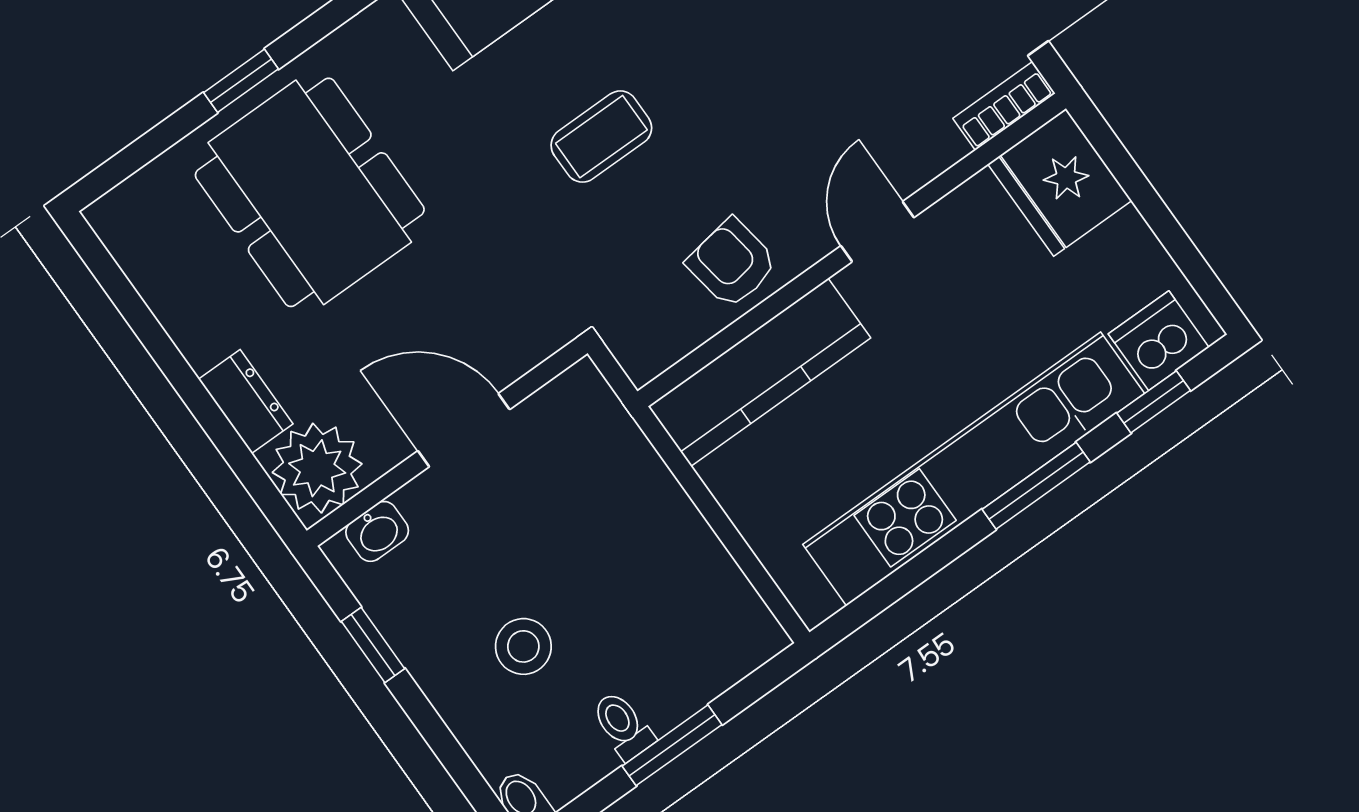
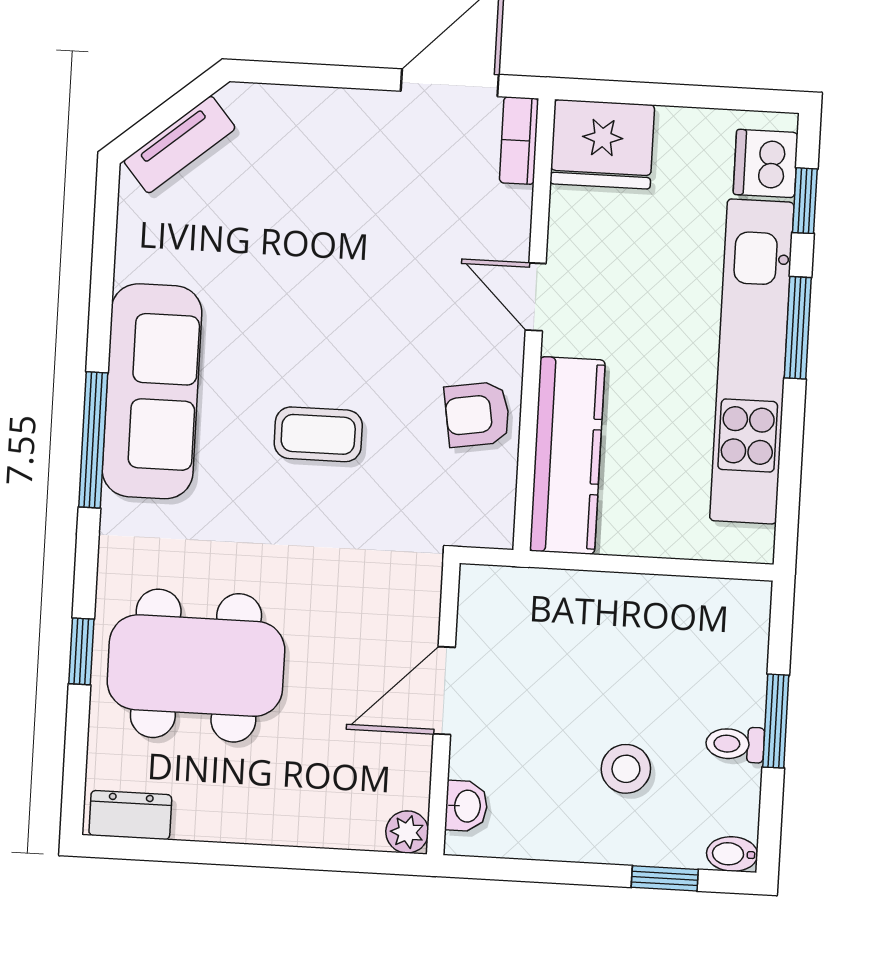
coffee table: (601, 137) -> (318, 434), turned 90
dresser: (246, 402) -> (130, 815), moved
plant: (317, 468) -> (407, 832), width x0.53, depth x0.53
window: (373, 645) -> (665, 878), moved

